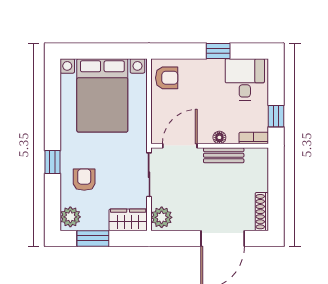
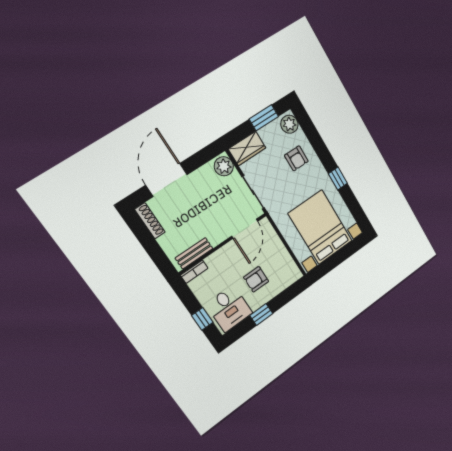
armchair: (167, 78) -> (256, 279), moved
window: (276, 116) -> (202, 319), moved
floor lamp: (219, 137) -> (220, 254), removed
bench: (224, 155) -> (194, 253), moved
window: (52, 162) -> (338, 179), moved

